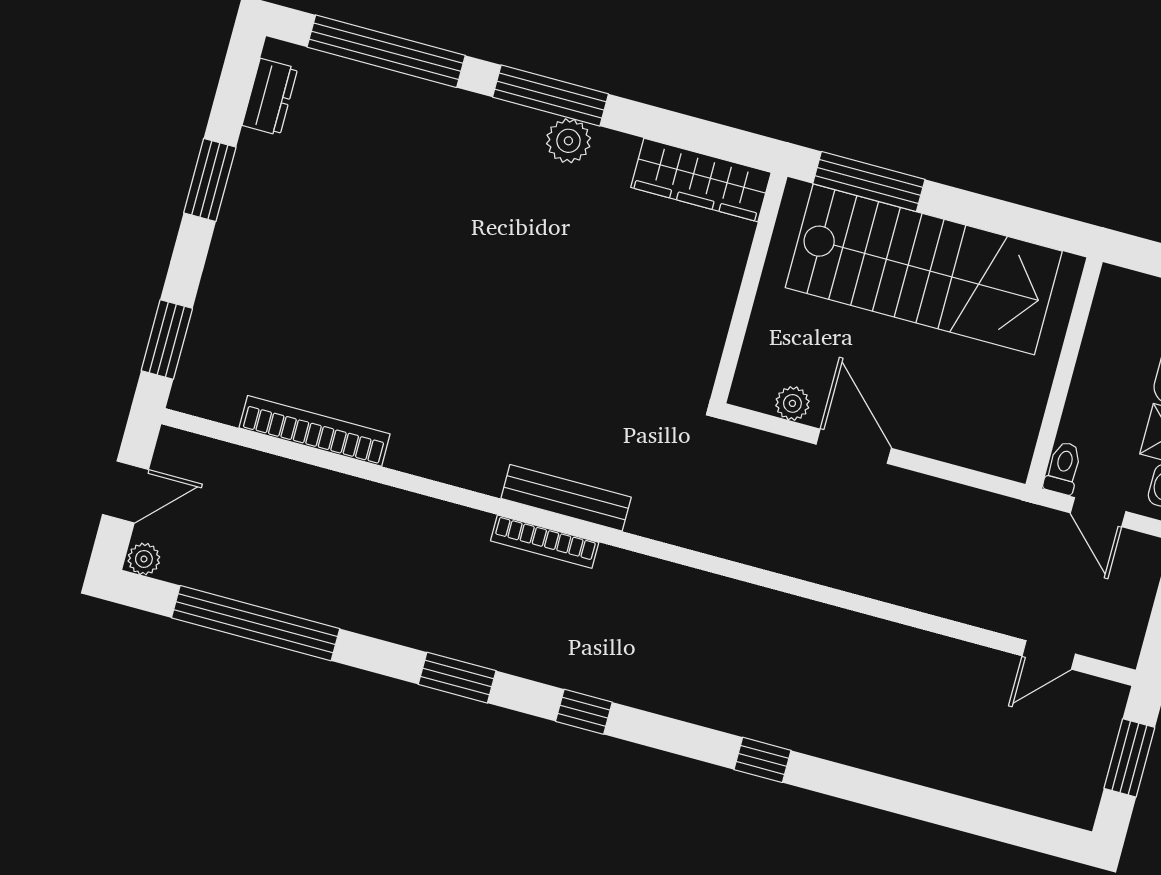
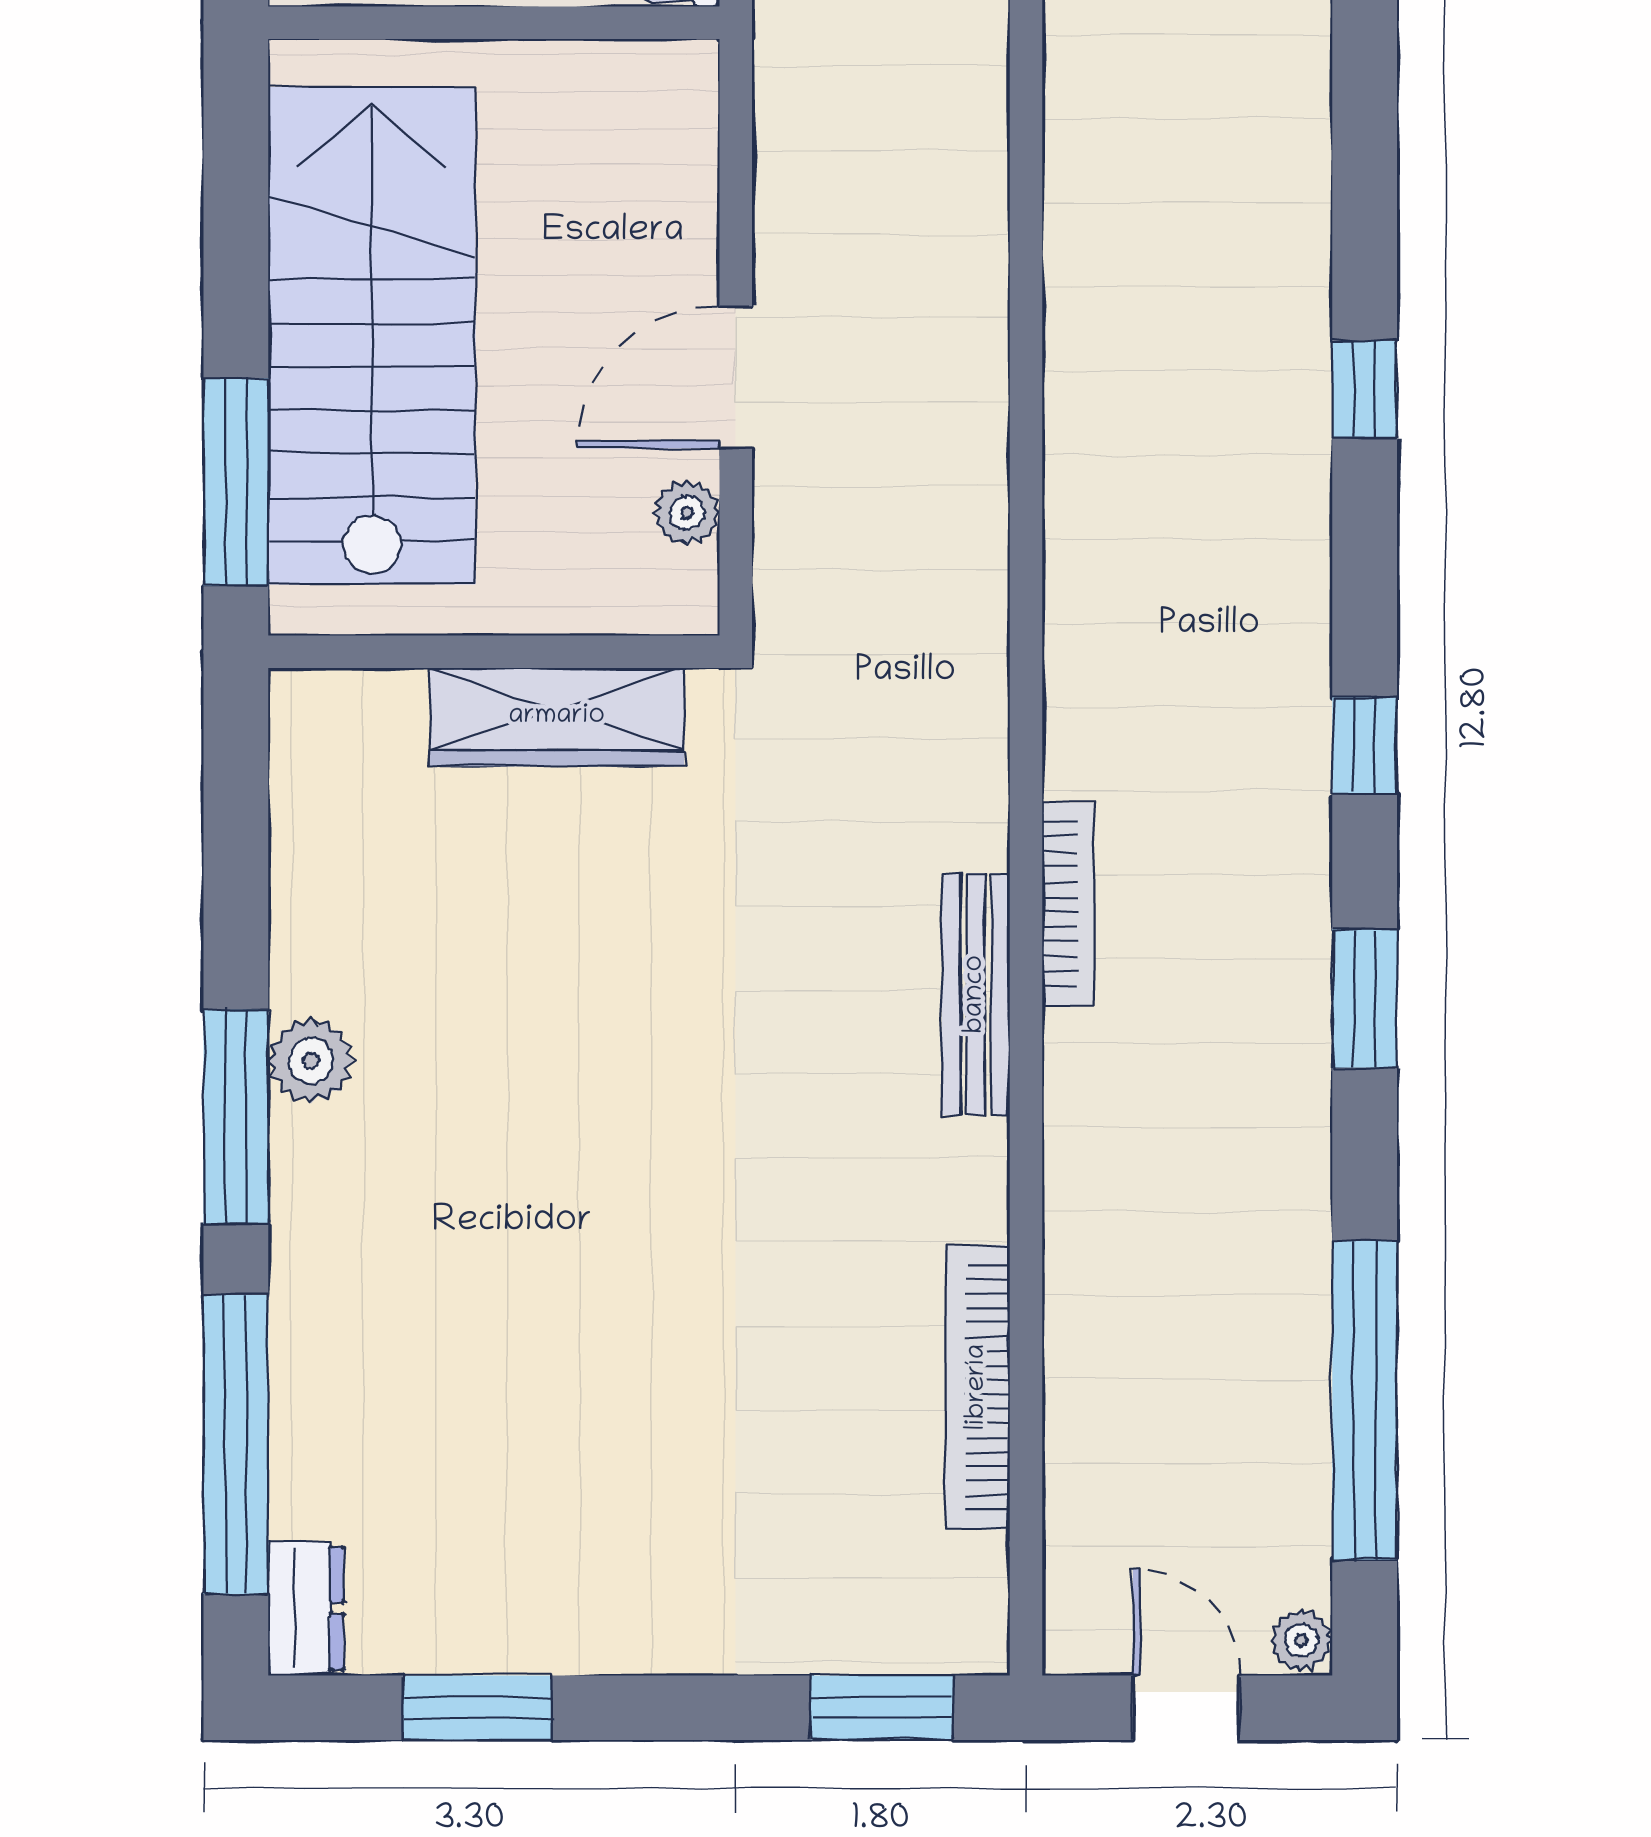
dresser: (270, 97) -> (306, 1608), moved, turned 90
window: (210, 180) -> (478, 1708), moved
wardrobe: (701, 180) -> (557, 717), moved, turned 90
bench: (566, 498) -> (976, 994), moved

